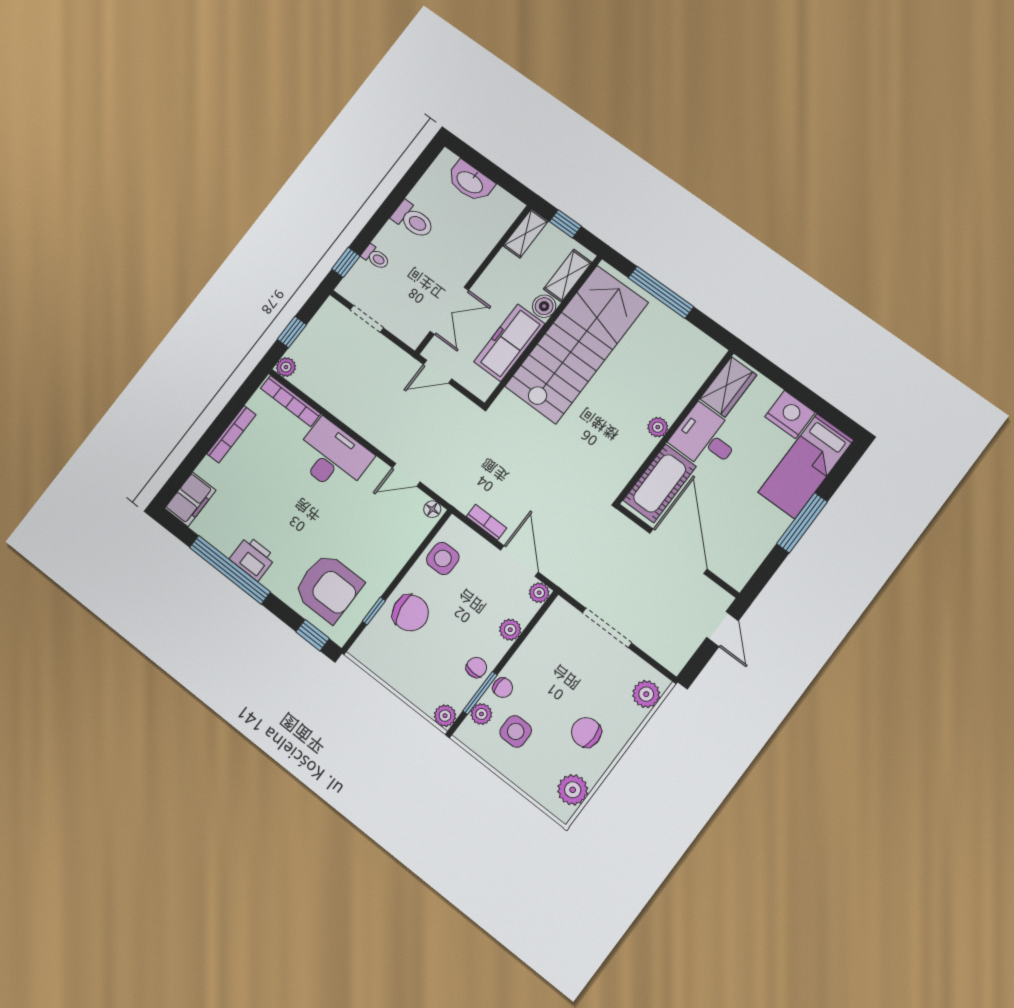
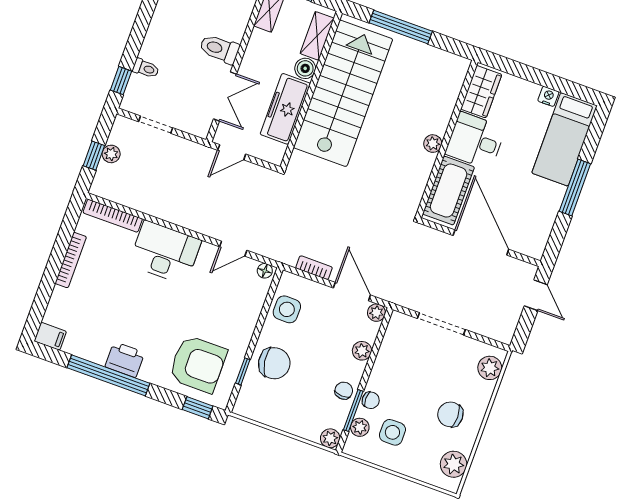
toilet: (413, 220) -> (219, 49), moved, turned 180
plant: (286, 367) -> (111, 154), moved
nightstand: (790, 415) -> (548, 96), width x0.53, depth x0.56
filing cabinet: (190, 499) -> (50, 336), width x0.50

